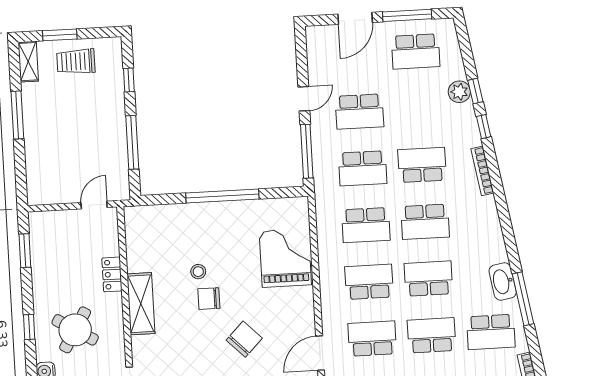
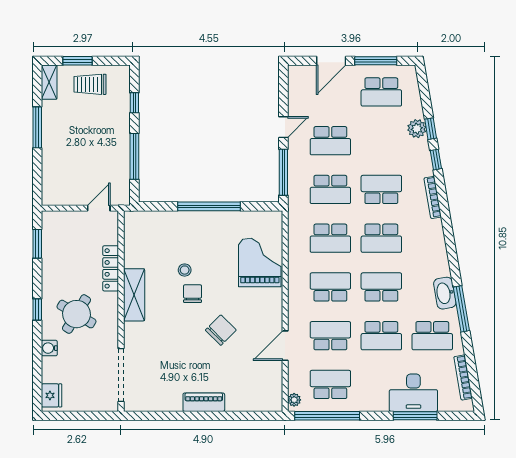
locker: (112, 274) -> (111, 268), width x1.53
chair: (209, 299) -> (193, 294), turned 90
school desk: (432, 335) -> (381, 336), turned 180

